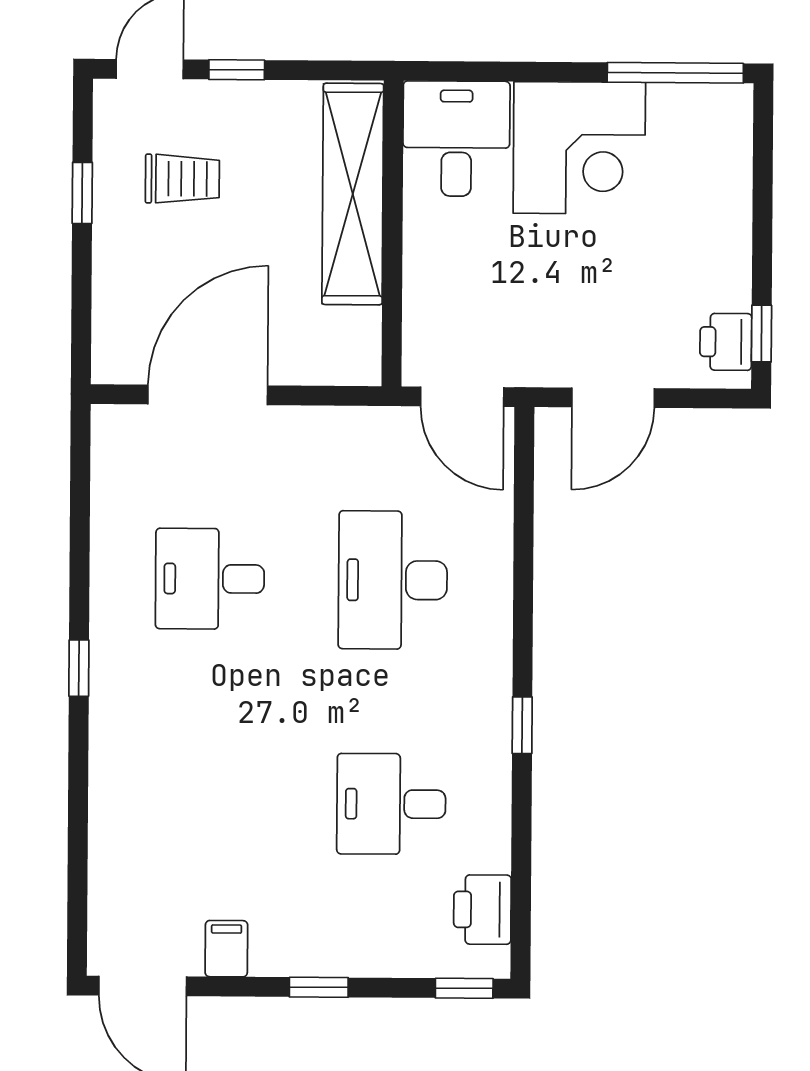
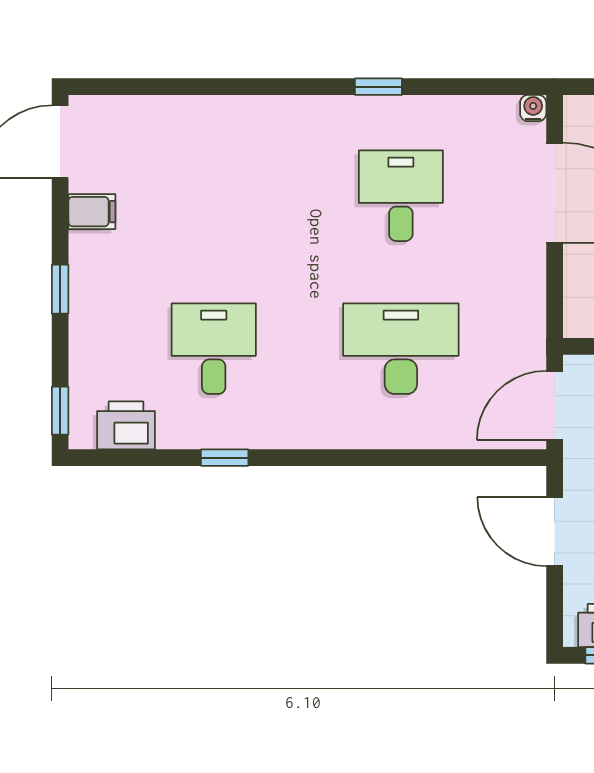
water cooler: (106, 420) -> (533, 108), added
window: (79, 668) -> (378, 87), moved
window: (522, 725) -> (225, 458), moved

